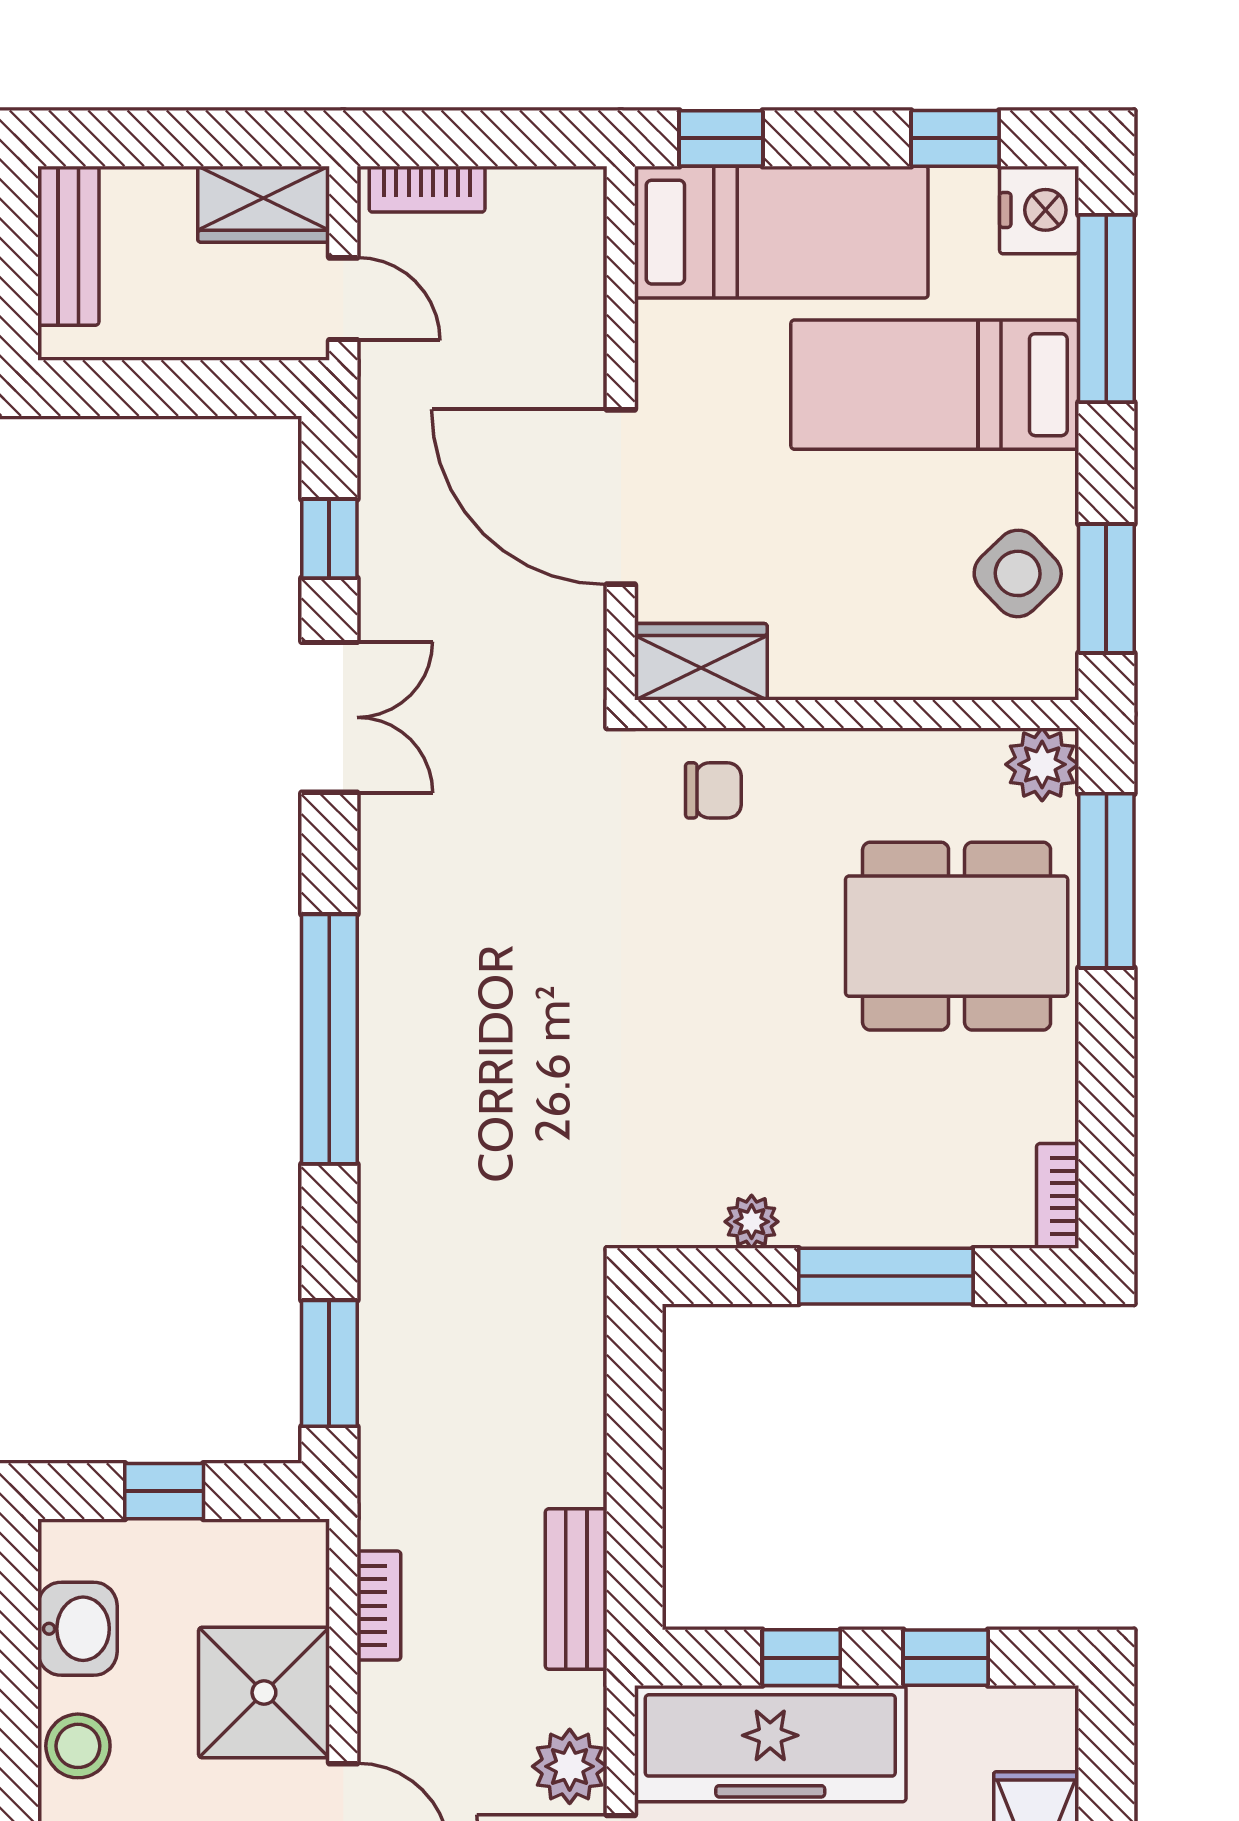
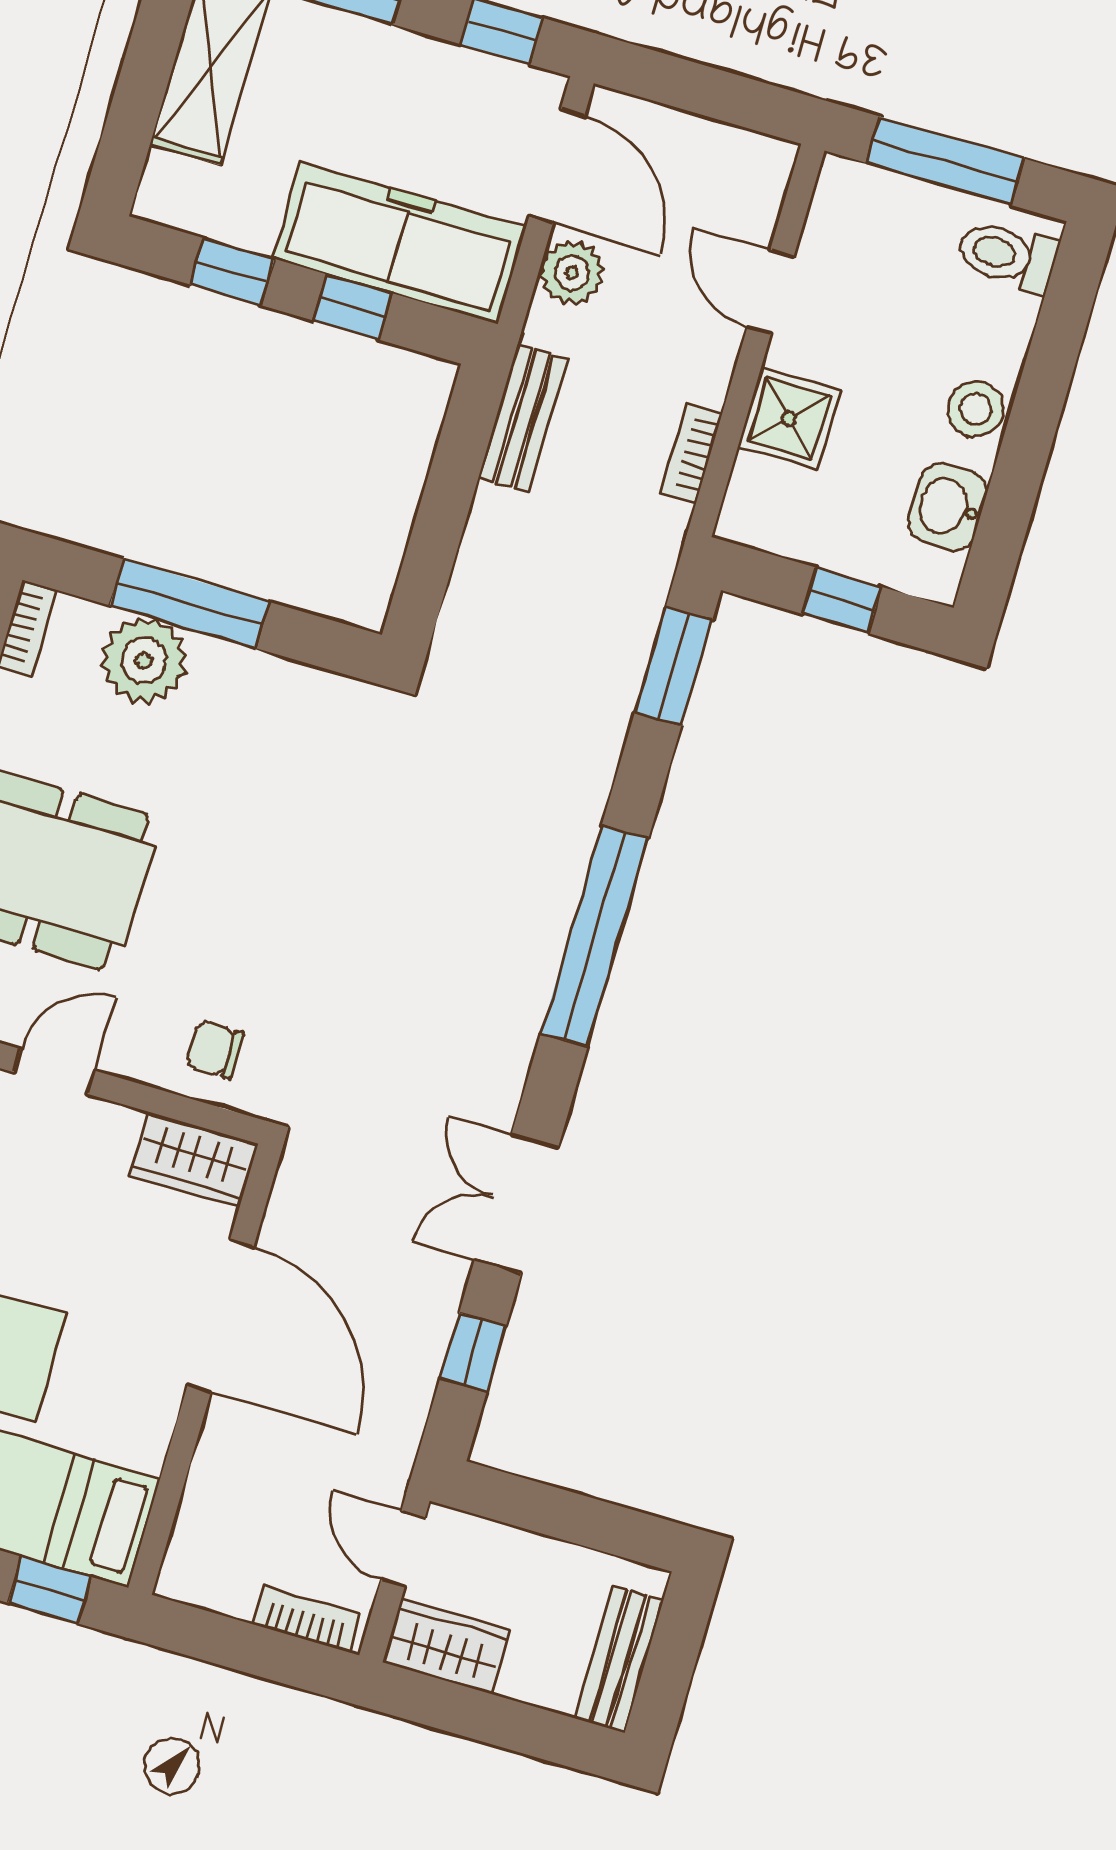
door: (884, 714) -> (54, 1071), added
plant: (752, 1222) -> (144, 661), moved, width x1.87, depth x1.87
shower: (264, 1693) -> (789, 419), width x0.73, depth x0.73

